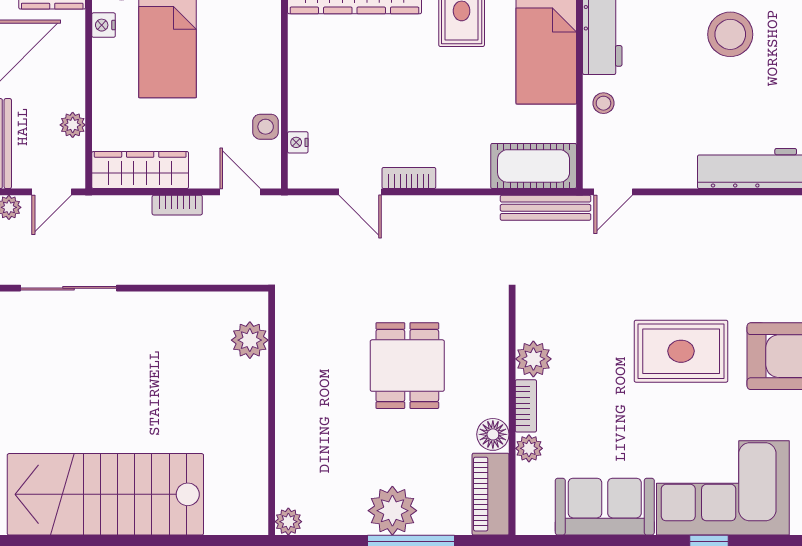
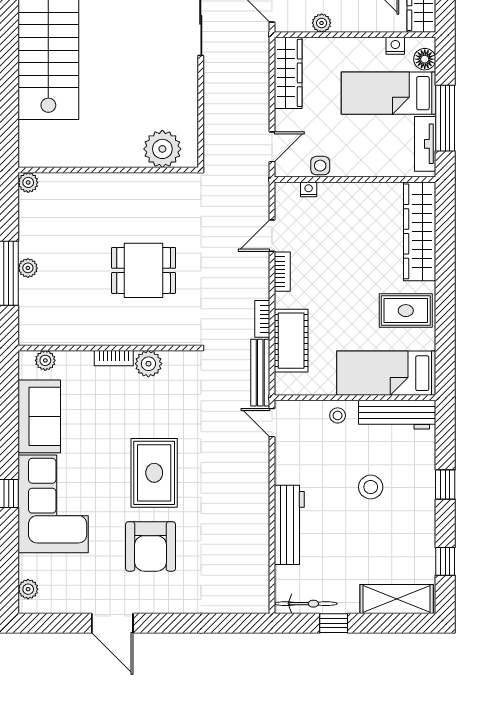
stool: (730, 34) -> (371, 487), moved, width x0.73, depth x0.73
cot: (534, 166) -> (291, 341), moved
bookcase: (177, 205) -> (262, 319), moved
plant: (250, 340) -> (162, 149), width x1.36, depth x1.36
floor lamp: (493, 434) -> (93, 334), removed
plant: (529, 448) -> (45, 360), moved
piano: (491, 494) -> (49, 332), removed
plant: (392, 511) -> (28, 268), width x0.53, depth x0.53

